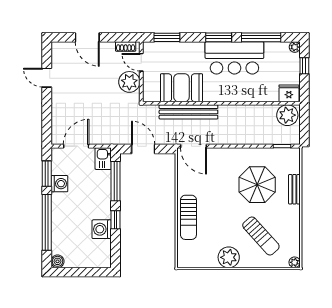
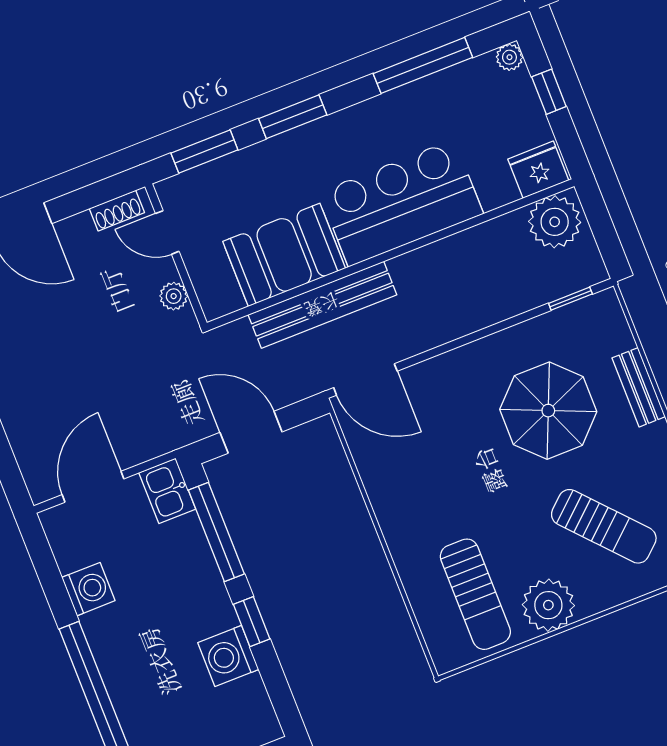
window: (219, 37) -> (293, 117), moved
bar counter: (234, 58) -> (401, 203), moved, turned 180
plant: (129, 82) -> (174, 296), width x0.53, depth x0.53
window: (47, 174) -> (50, 577), removed
sun lounger: (188, 217) -> (475, 594), moved

